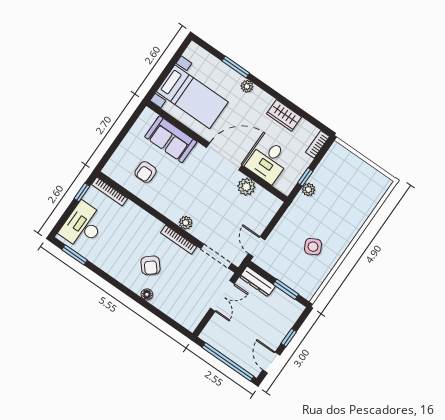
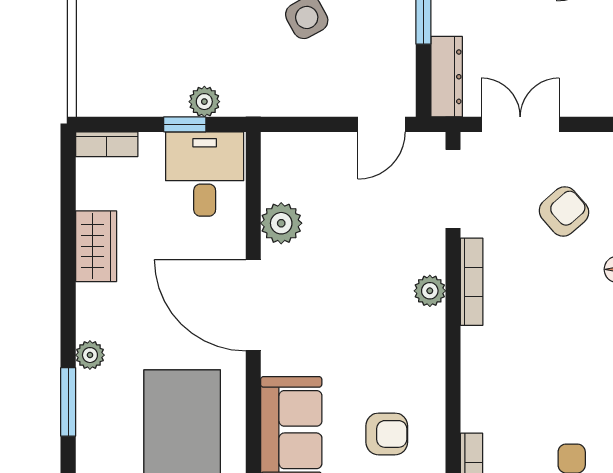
desk: (268, 161) -> (205, 174), moved, turned -90
armchair: (150, 265) -> (564, 211), moved

